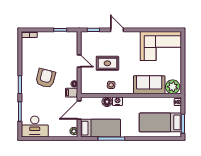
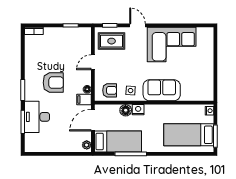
corner sofa: (161, 46) -> (172, 45), moved
door: (79, 61) -> (93, 62), swing flipped
rug: (107, 63) -> (112, 41), moved
armchair: (46, 78) -> (53, 83), turned 76
armchair: (93, 85) -> (110, 90), added
sofa: (149, 85) -> (162, 90), moved
plant: (173, 87) -> (203, 93), removed
desk: (35, 127) -> (37, 117), moved, turned 90

